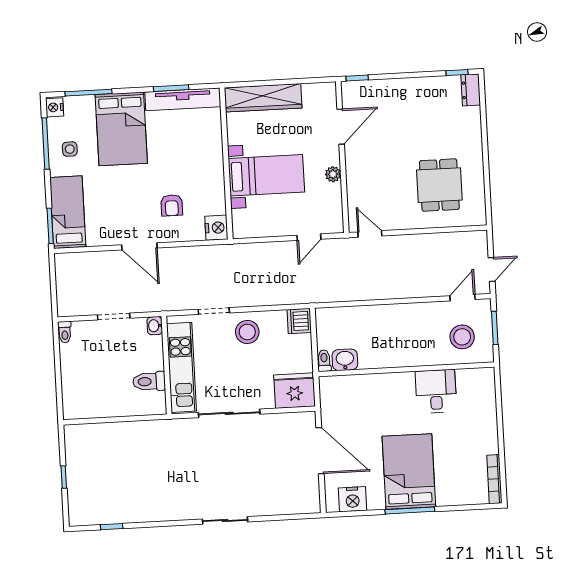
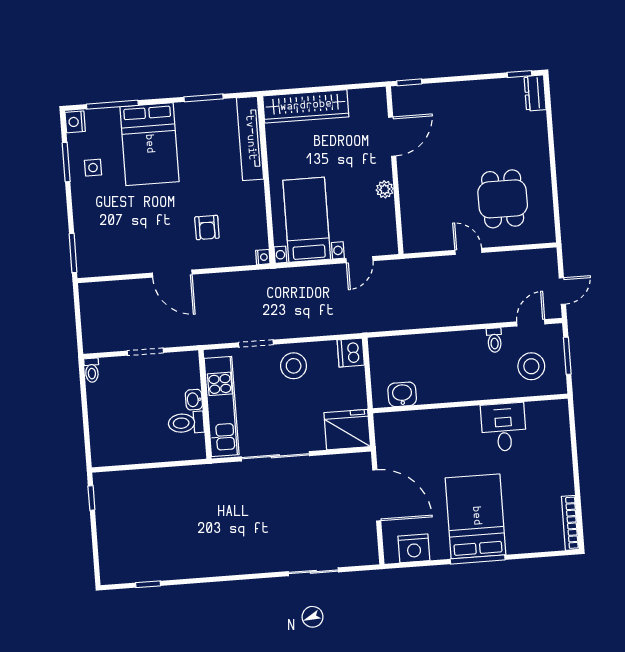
tv unit: (183, 99) -> (250, 138), moved, turned 90
window: (46, 144) -> (66, 162), width x0.69
bed with nightstands: (266, 175) -> (307, 220), moved, turned -90
bed: (68, 212) -> (92, 237), removed
nightstand: (216, 228) -> (263, 257), width x0.53, depth x0.56
door: (370, 234) -> (468, 251), moved
washbasin: (155, 326) -> (194, 400), moved
toilet: (324, 361) -> (494, 340), moved, turned 180
window: (64, 477) -> (91, 498), moved
sliding door: (225, 520) -> (313, 572), moved

